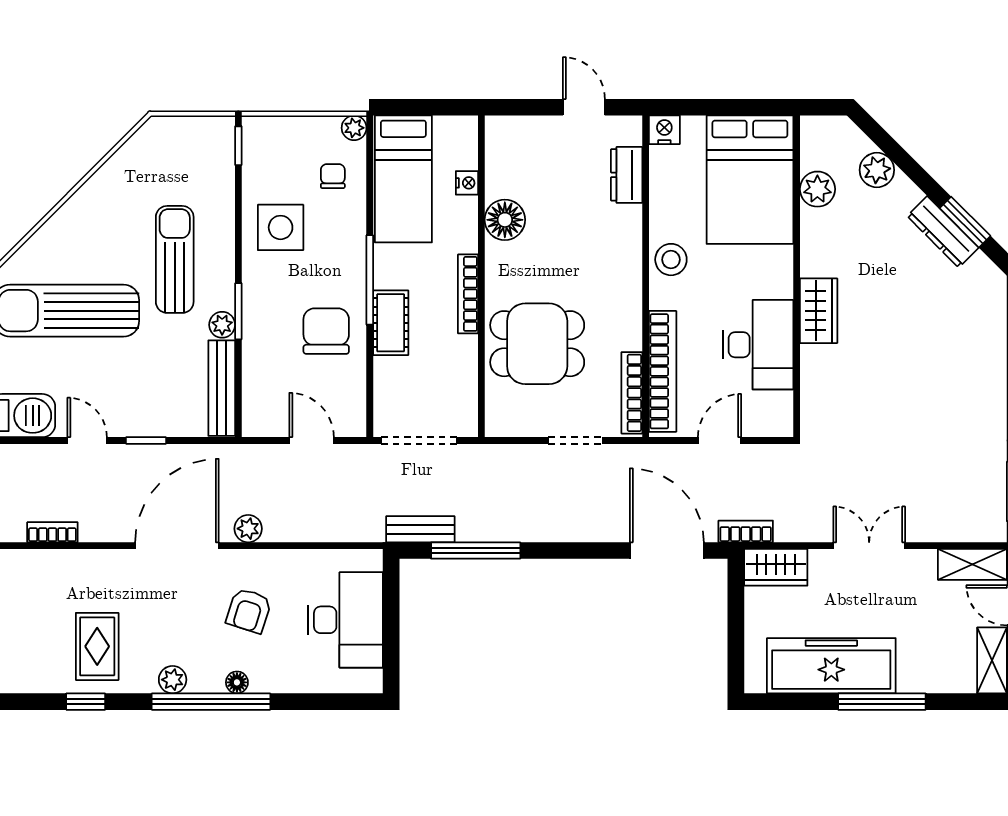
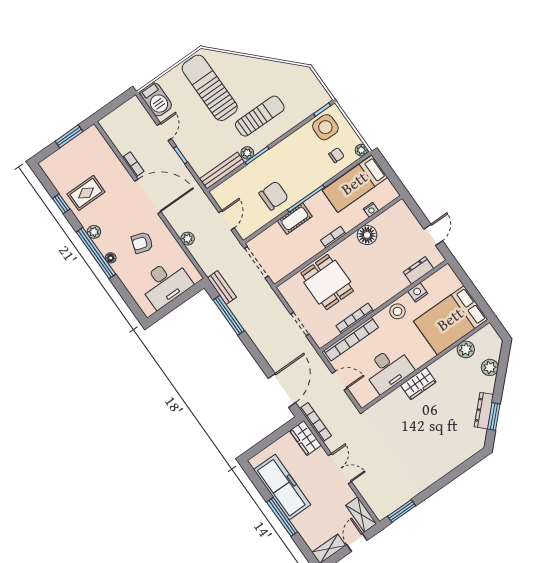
nightstand: (664, 130) -> (418, 292), moved, turned -90
side table: (281, 227) -> (325, 127), moved
bookcase: (468, 294) -> (333, 237), width x0.64
bookcase: (632, 393) -> (355, 318), moved
plant: (248, 529) -> (188, 239), moved
bookcase: (746, 531) -> (315, 422), width x1.56
bookcase: (52, 532) -> (133, 164), moved

